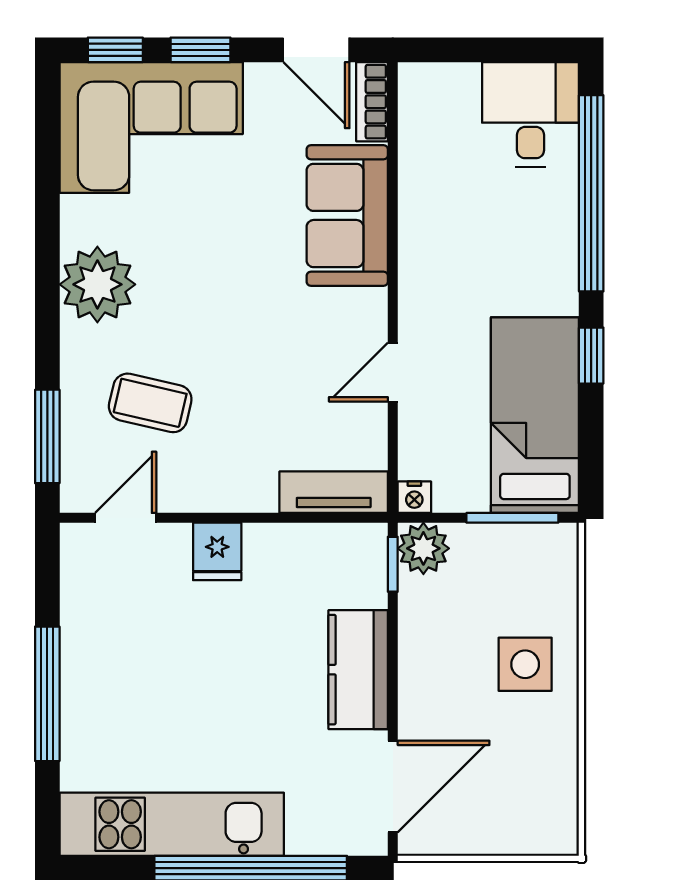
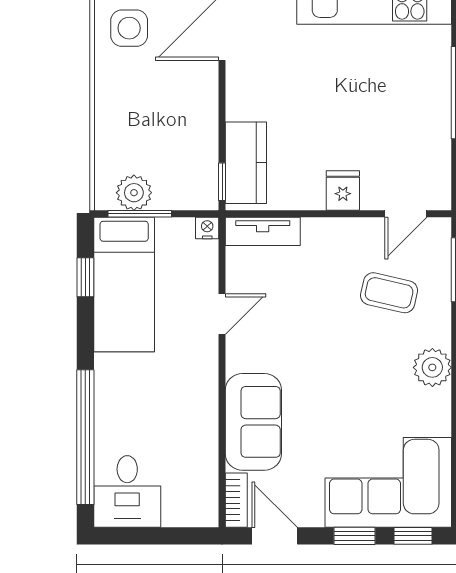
plant: (97, 284) -> (432, 367), width x0.73, depth x0.73
window: (591, 356) -> (85, 277), moved
plant: (423, 548) -> (134, 193), moved
side table: (525, 664) -> (129, 28), moved
kitchen counter: (358, 670) -> (246, 163), moved

